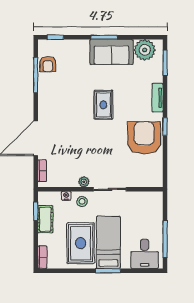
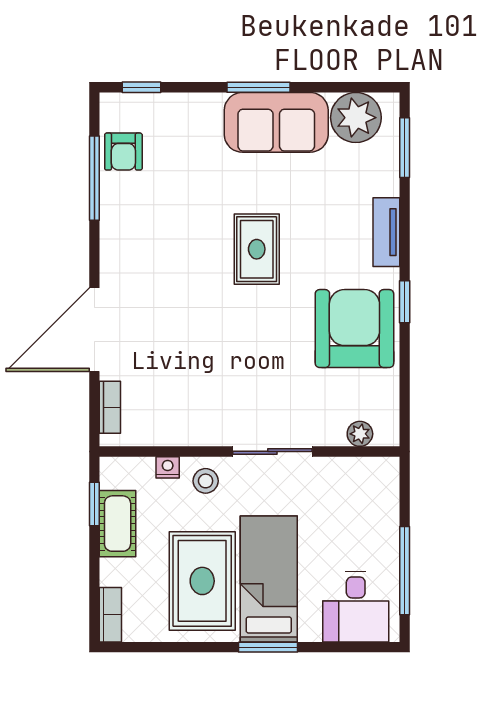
plant: (84, 182) -> (360, 434), moved

